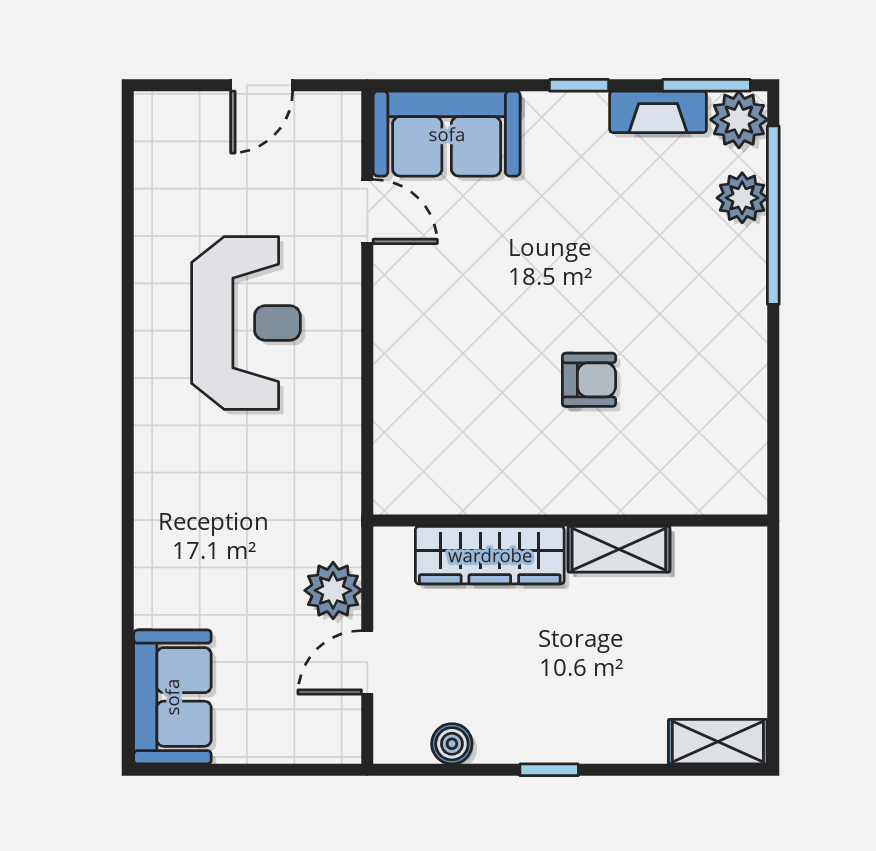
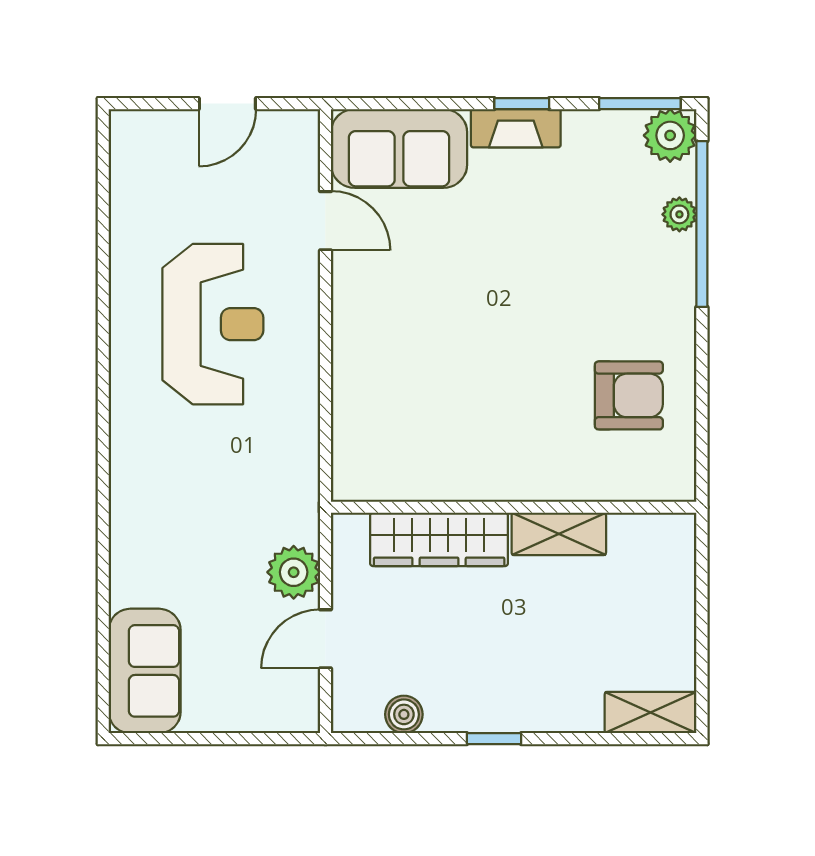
fireplace: (658, 112) -> (516, 128), moved
plant: (742, 198) -> (679, 214), width x0.73, depth x0.73
armchair: (589, 380) -> (629, 395), moved, width x1.38, depth x1.38

